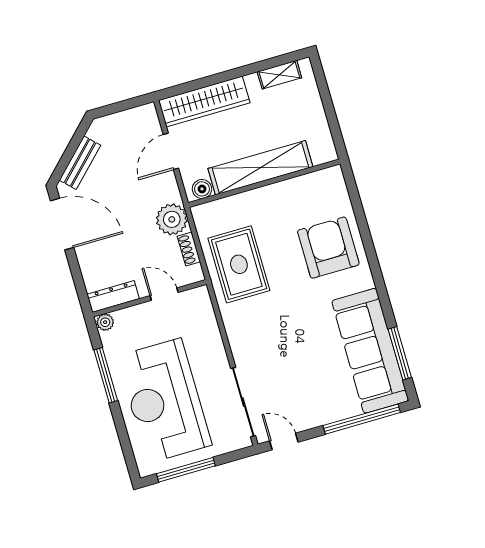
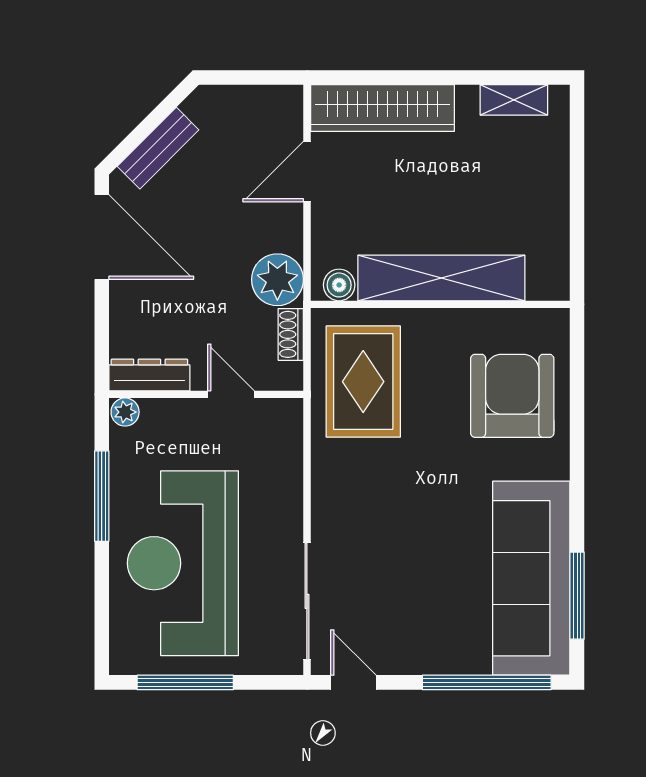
shelving: (260, 168) -> (441, 278), moved
wall: (264, 183) -> (440, 304), moved
boiler: (202, 189) -> (339, 285), moved

